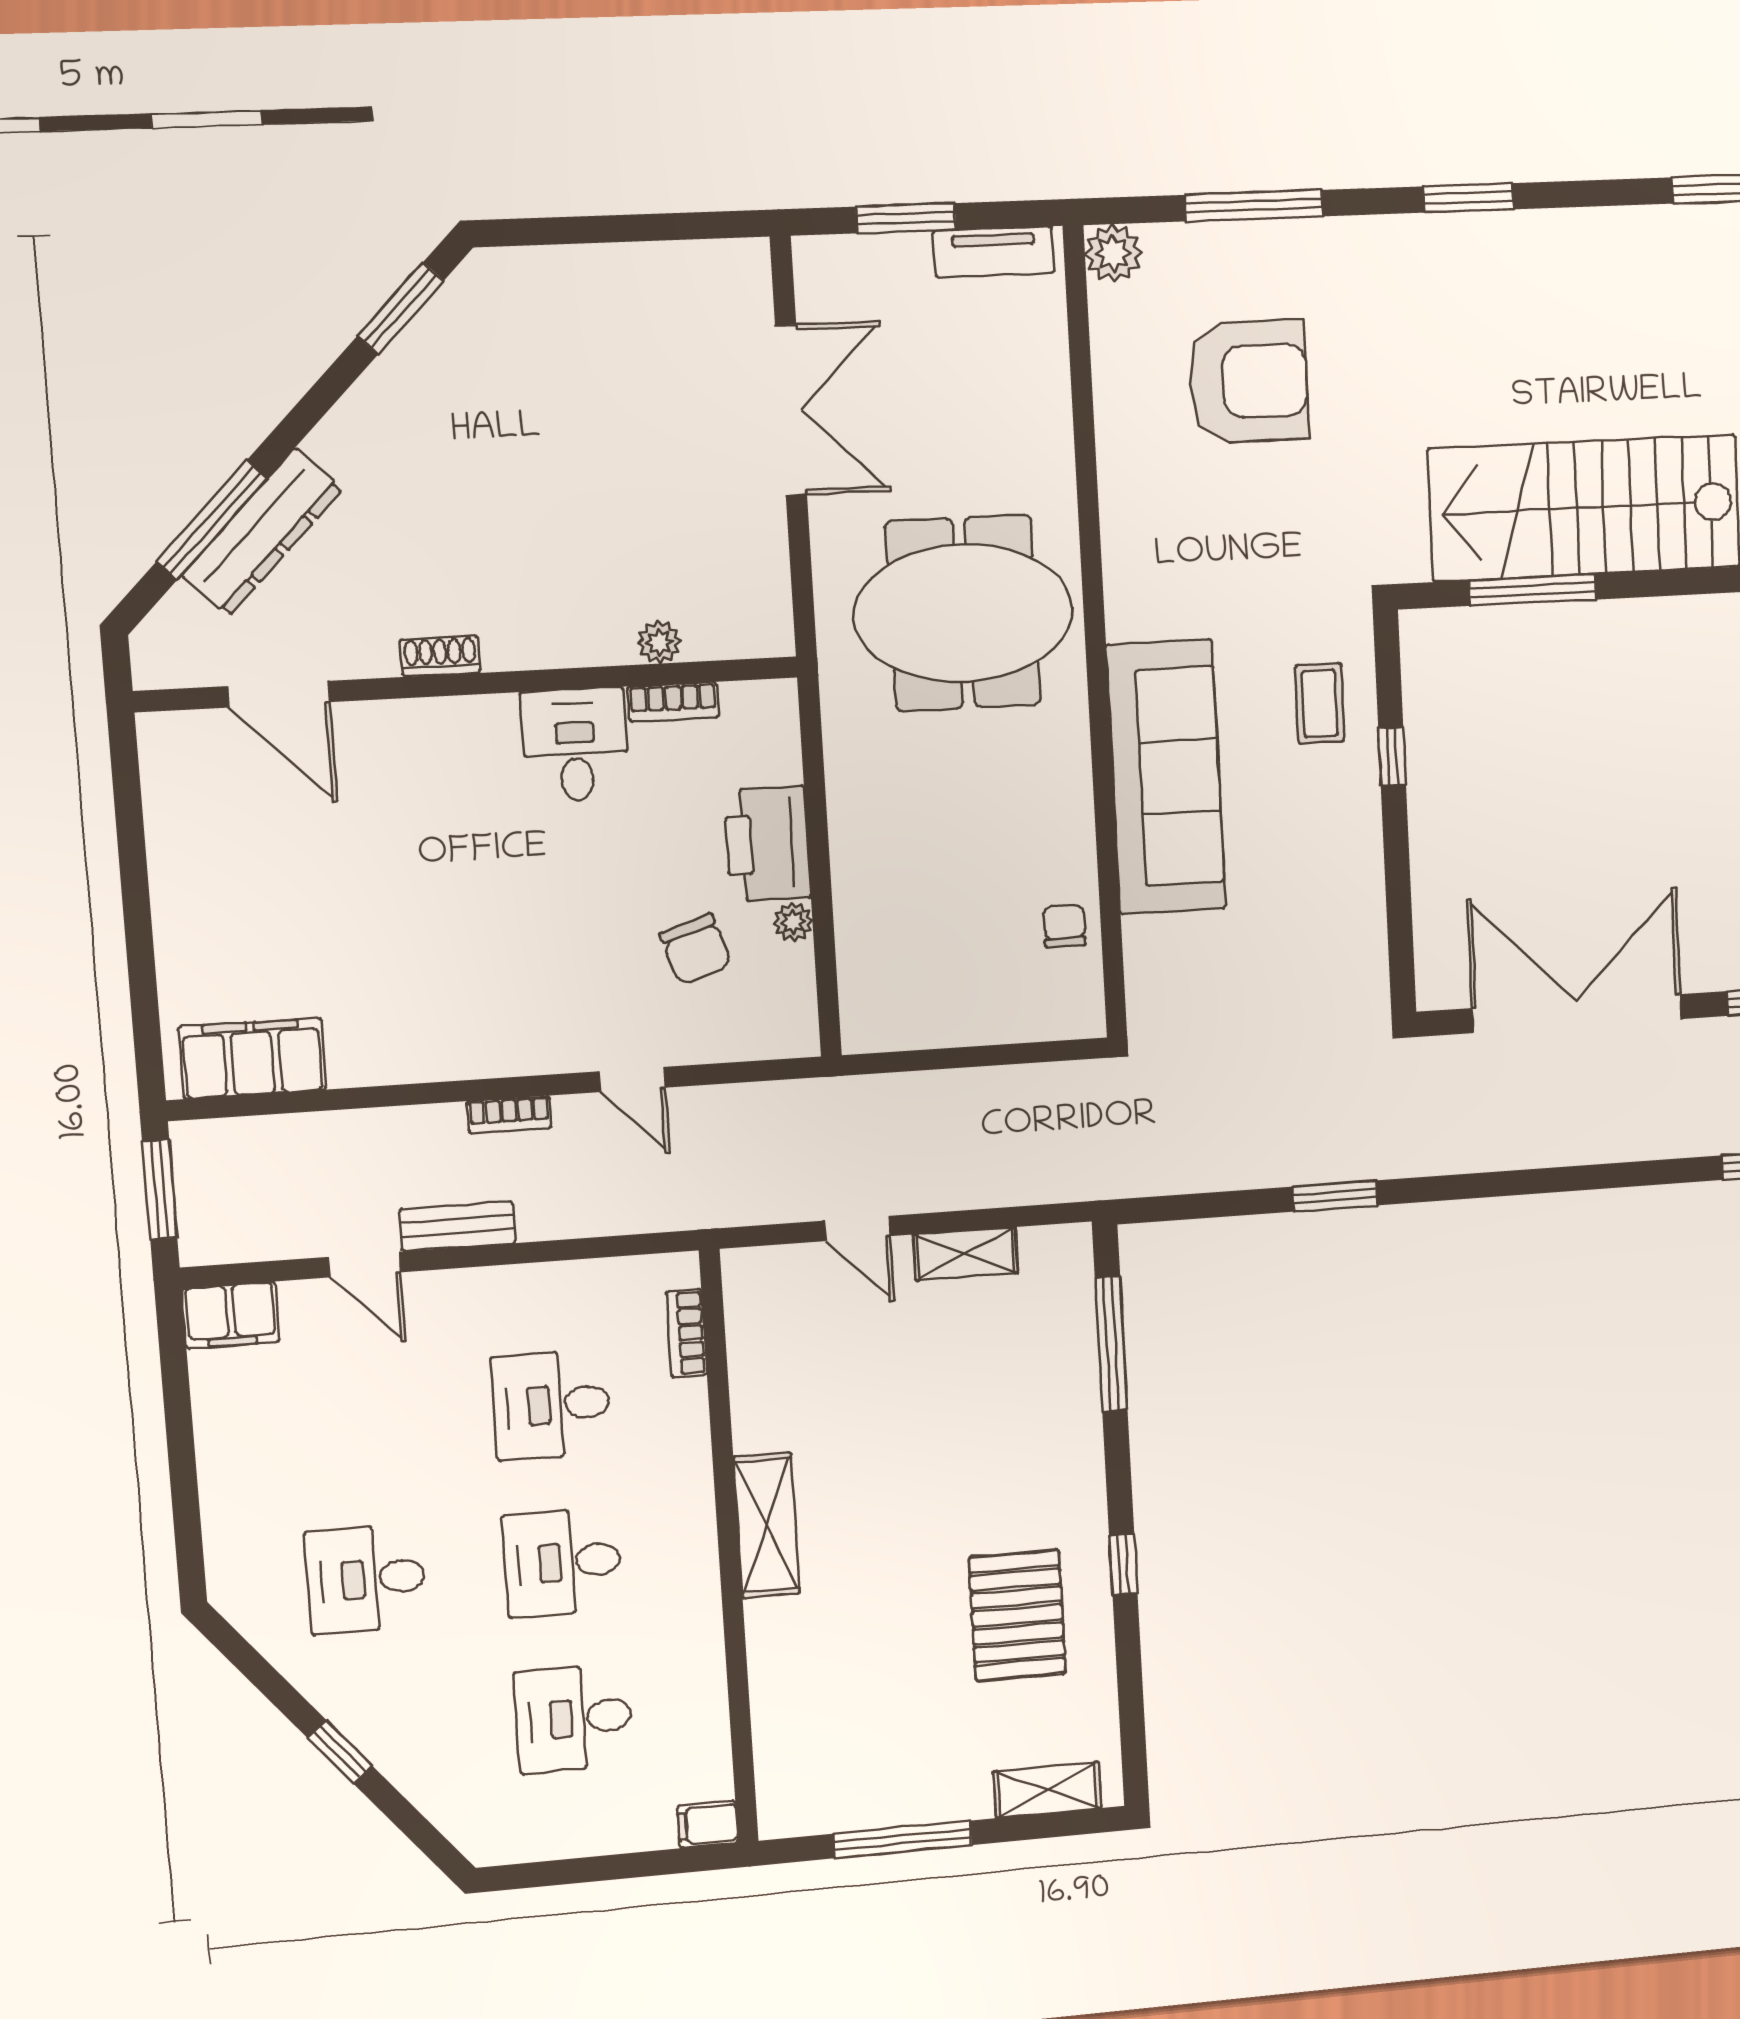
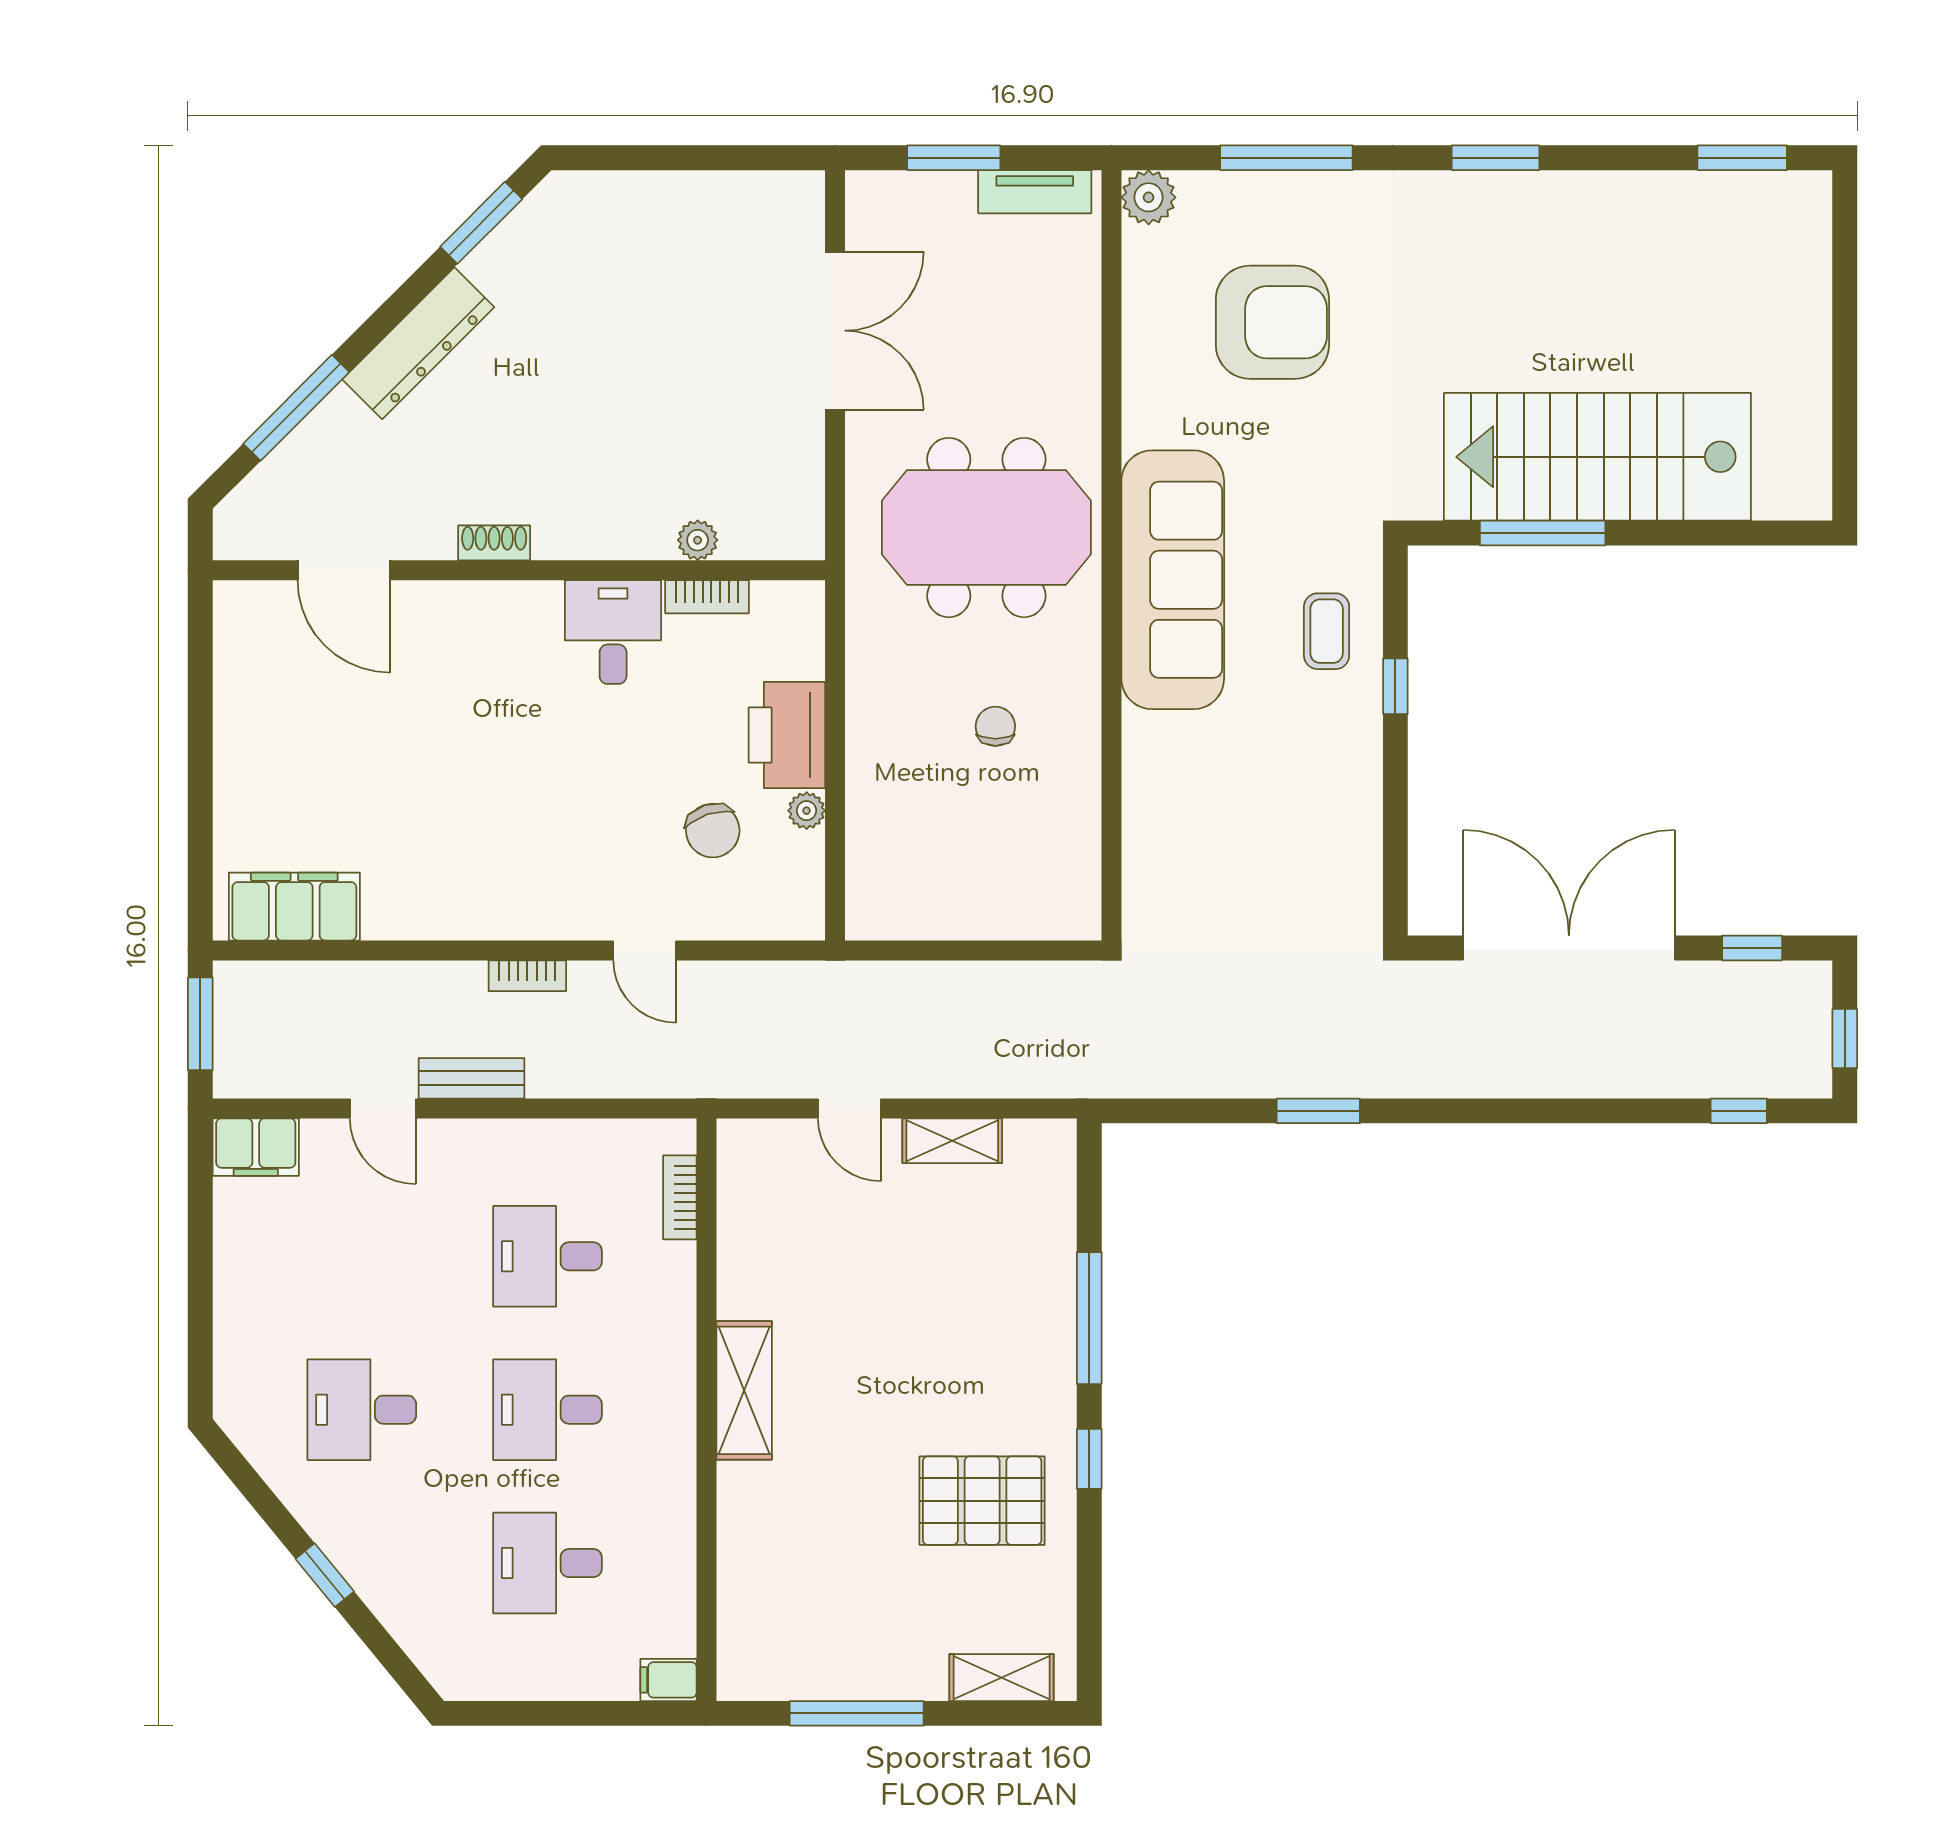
dresser: (262, 532) -> (418, 343), moved
sofa: (1166, 777) -> (1173, 580), moved
chair: (1064, 926) -> (995, 726), moved
window: (1111, 1344) -> (1089, 1318), moved
pallet: (1017, 1616) -> (982, 1501), turned 90

